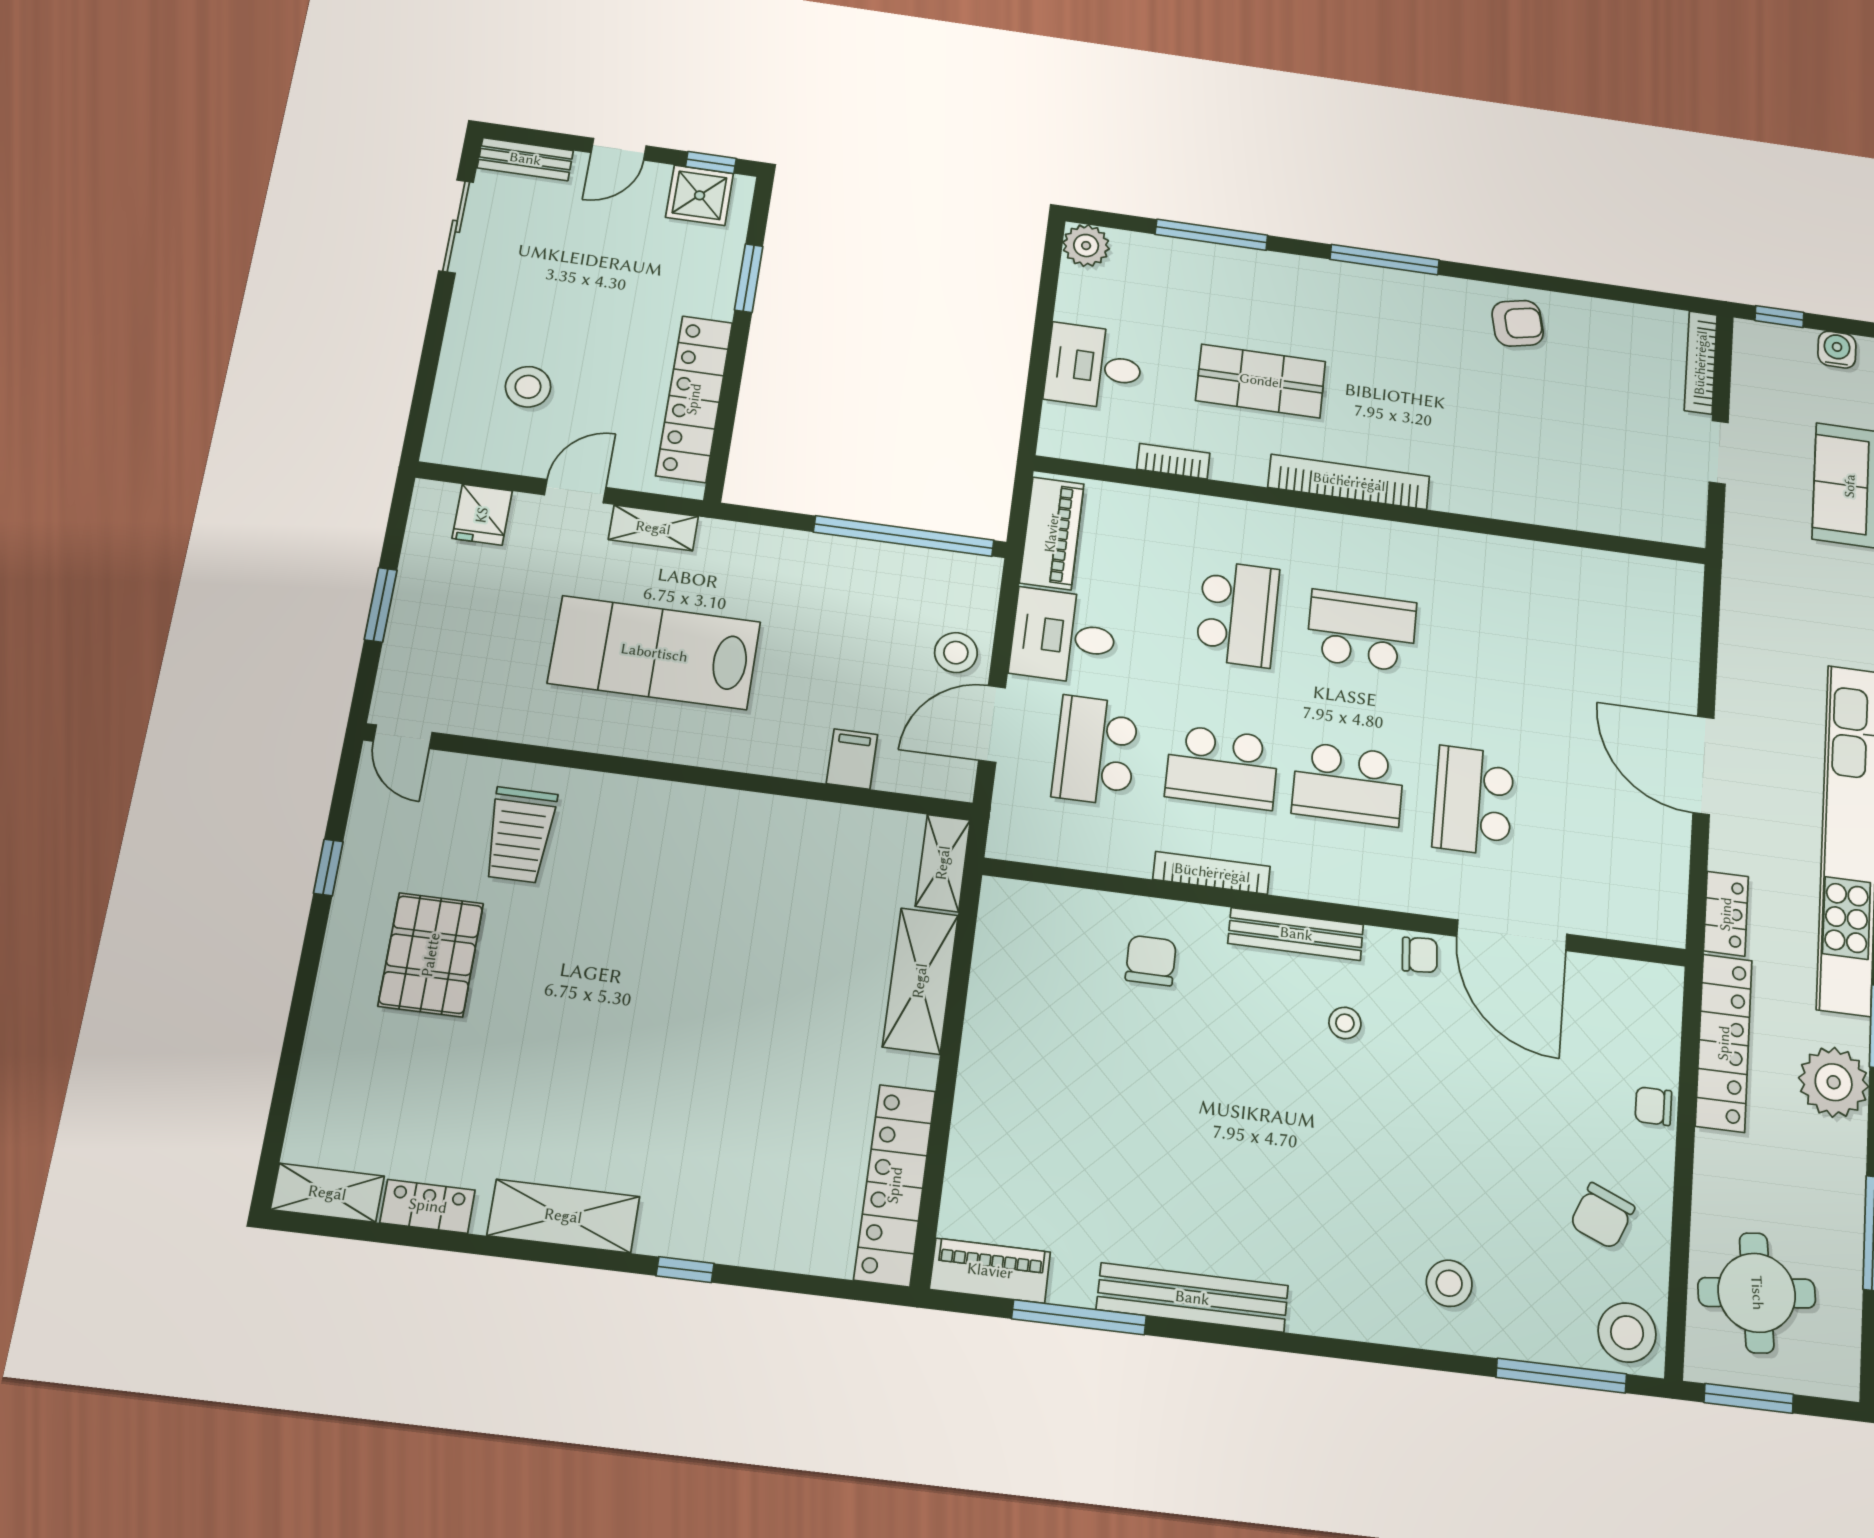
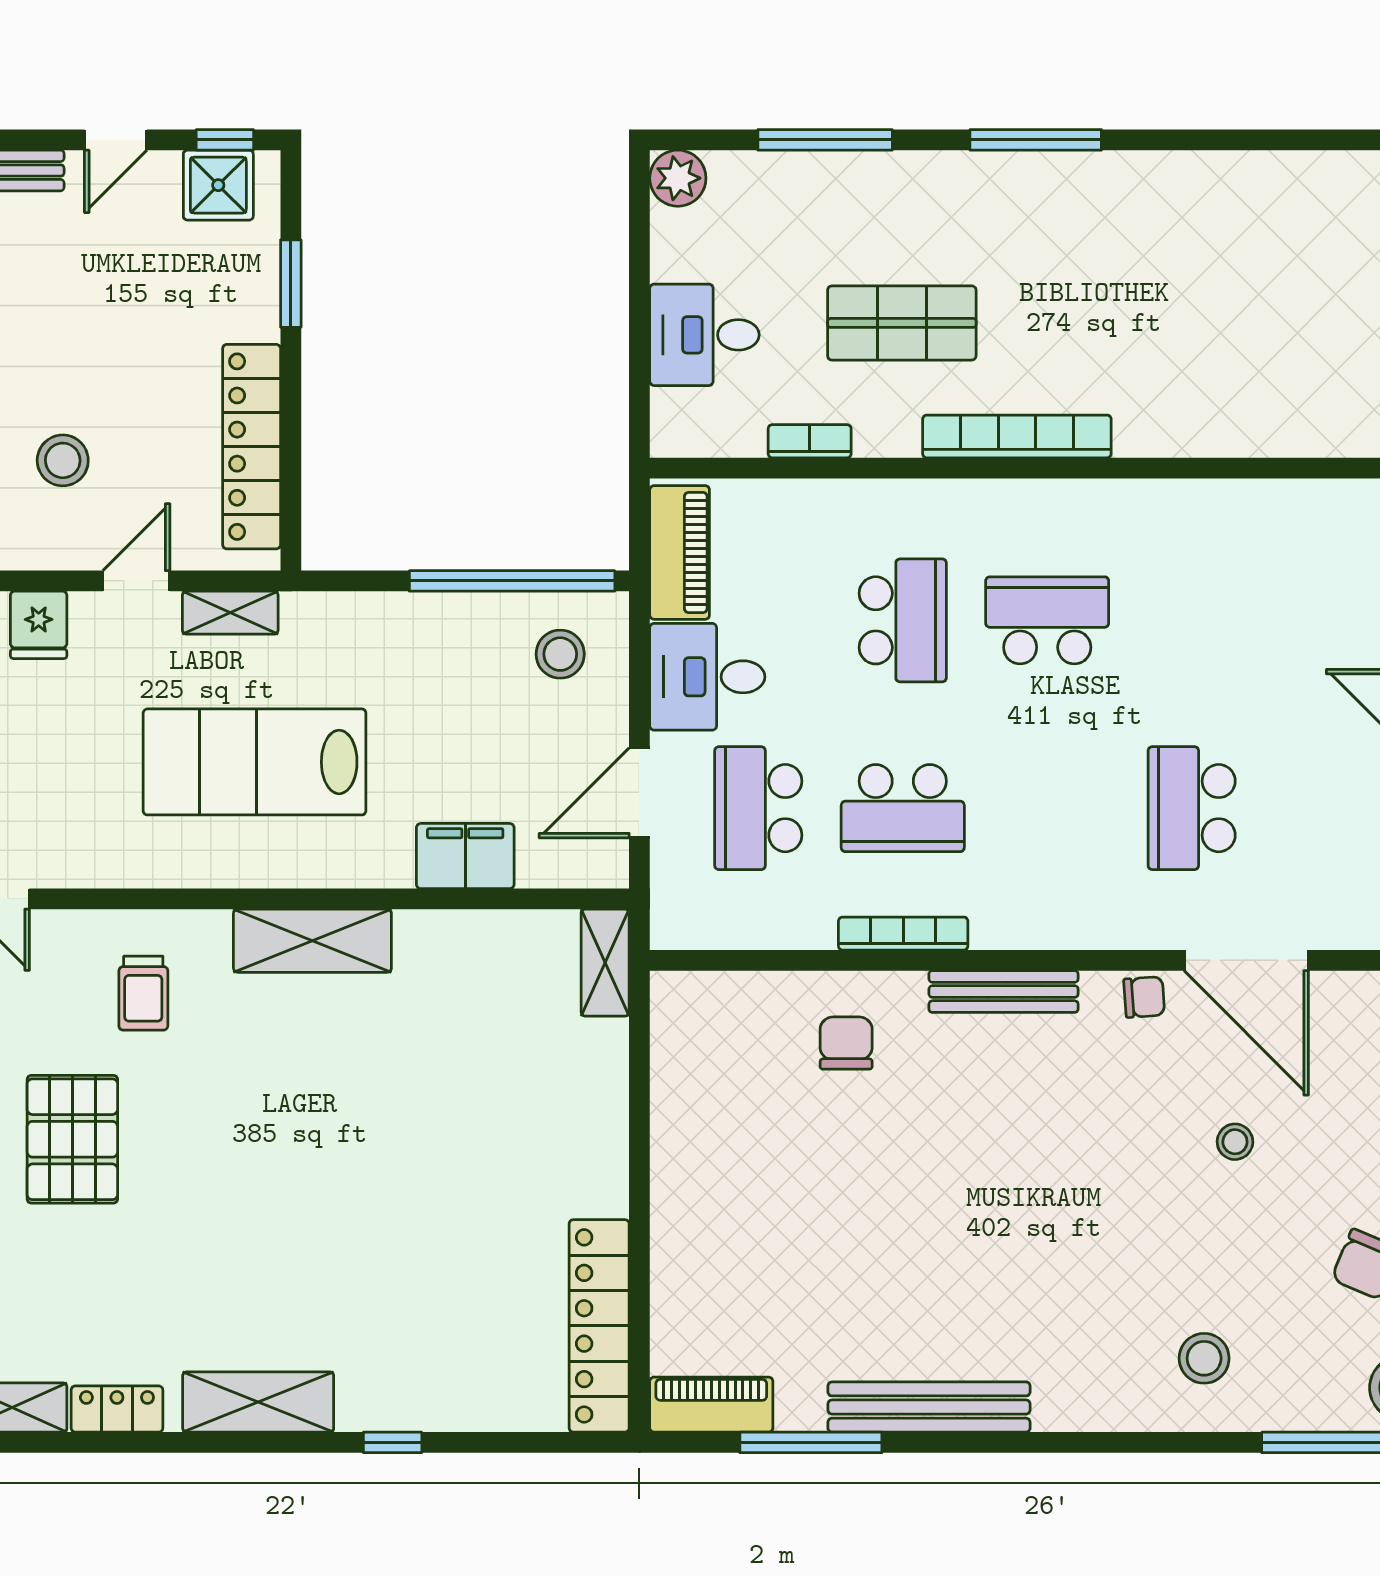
armchair: (1518, 323) -> (1202, 199), removed
stool: (956, 653) -> (560, 654), moved
filing cabinet: (852, 759) -> (465, 856), width x2.00
school desk: (1348, 784) -> (1047, 808), removed
trolley: (520, 835) -> (143, 993), width x0.73, depth x0.72
shelving: (920, 981) -> (312, 941), moved, turned 90
stool: (1345, 1023) -> (1235, 1142), moved

